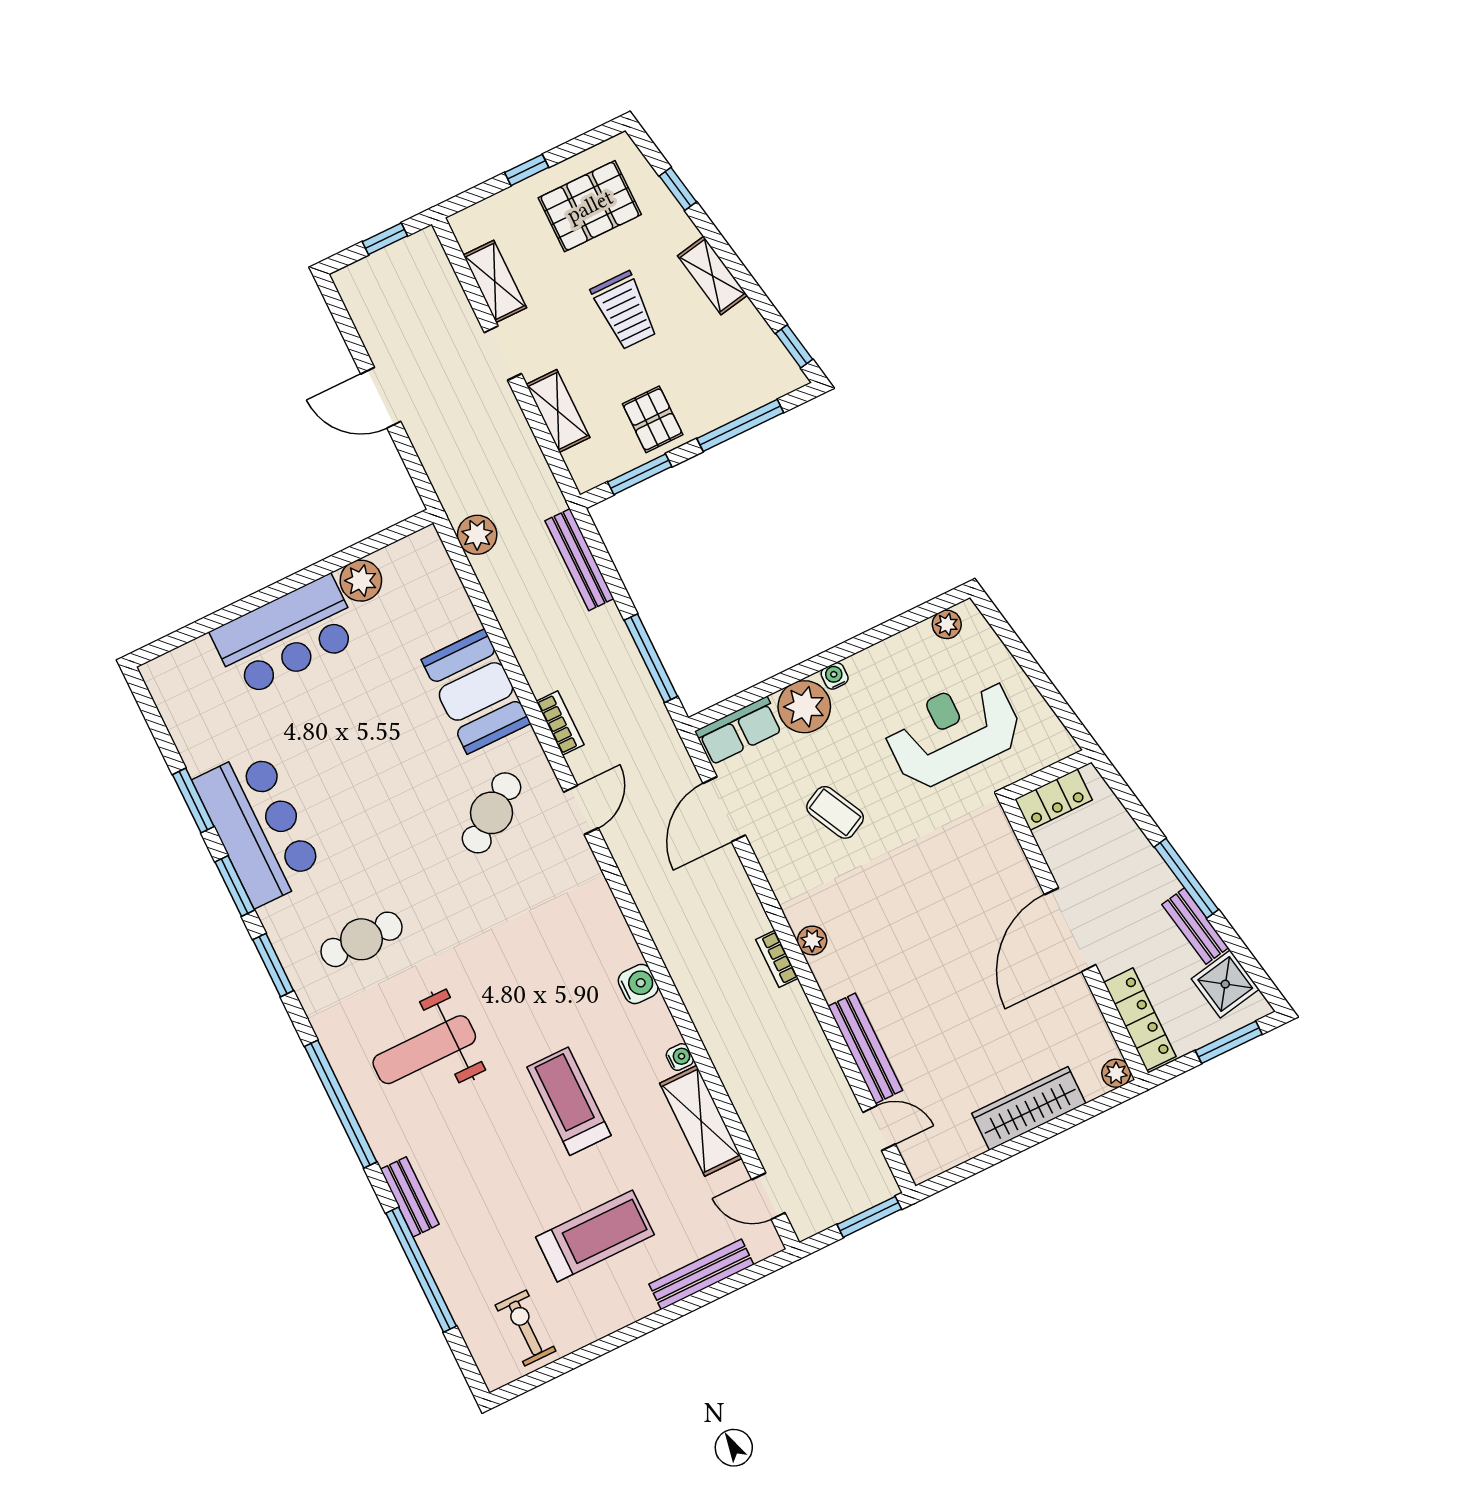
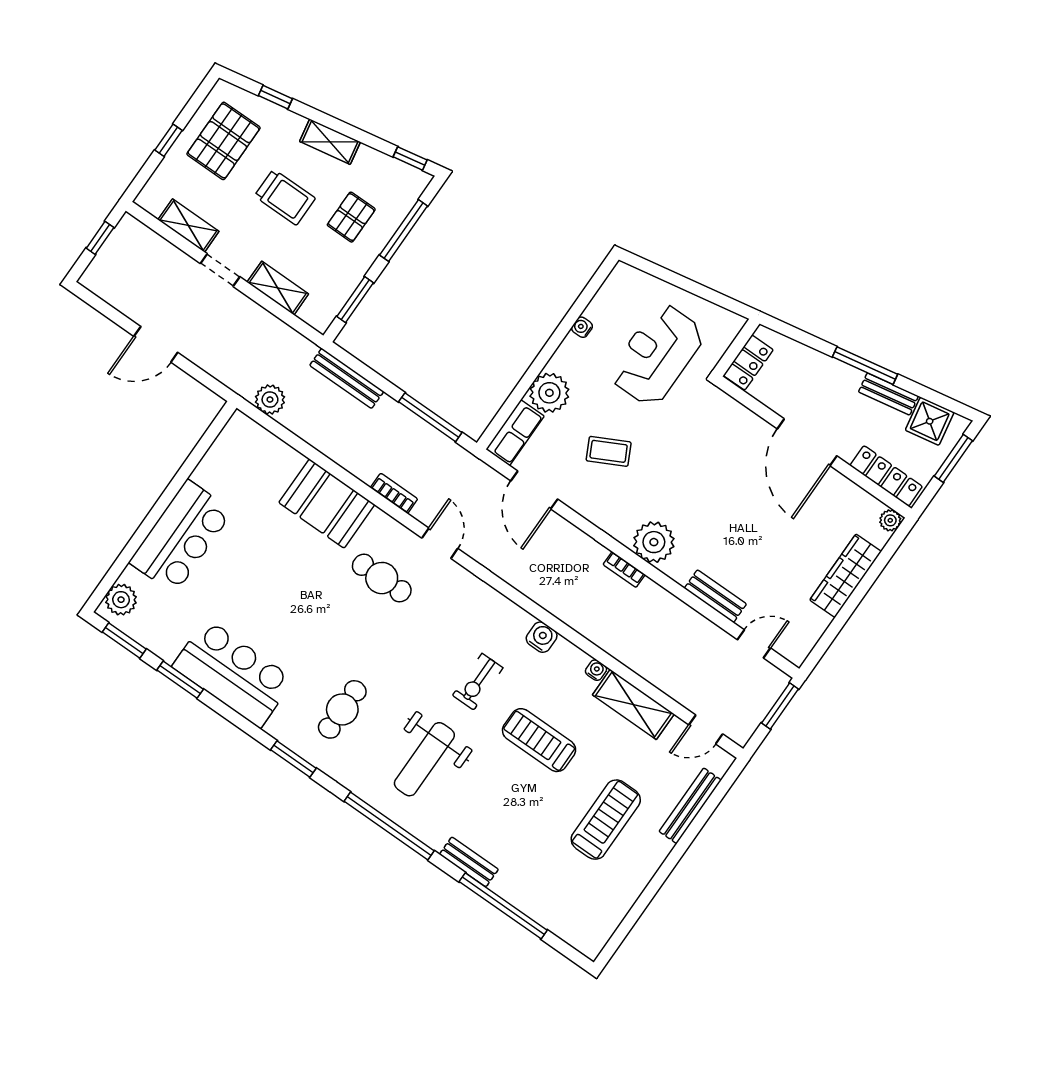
pallet: (653, 419) -> (351, 217), moved, turned 90
plant: (361, 581) -> (121, 600), moved
plant: (947, 624) -> (613, 286), removed
water cooler: (835, 676) -> (582, 327), moved
cafe table: (491, 813) -> (382, 578), turned -55
window: (235, 886) -> (124, 641), moved
plant: (812, 940) -> (654, 542), width x1.87, depth x1.87
bench: (865, 1048) -> (715, 596), width x0.73
exercise bike: (526, 1328) -> (478, 682), moved, turned -90

